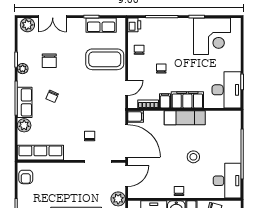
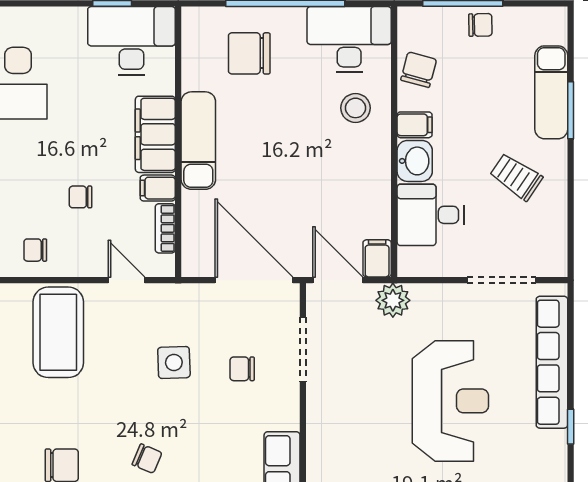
side table: (92, 108) -> (174, 362), added
filing cabinet: (136, 116) -> (377, 258), moved
door: (127, 141) -> (254, 280), hinge flipped
stool: (193, 157) -> (356, 108), moved
chair: (179, 191) -> (249, 53), moved, width x1.87, depth x1.87

